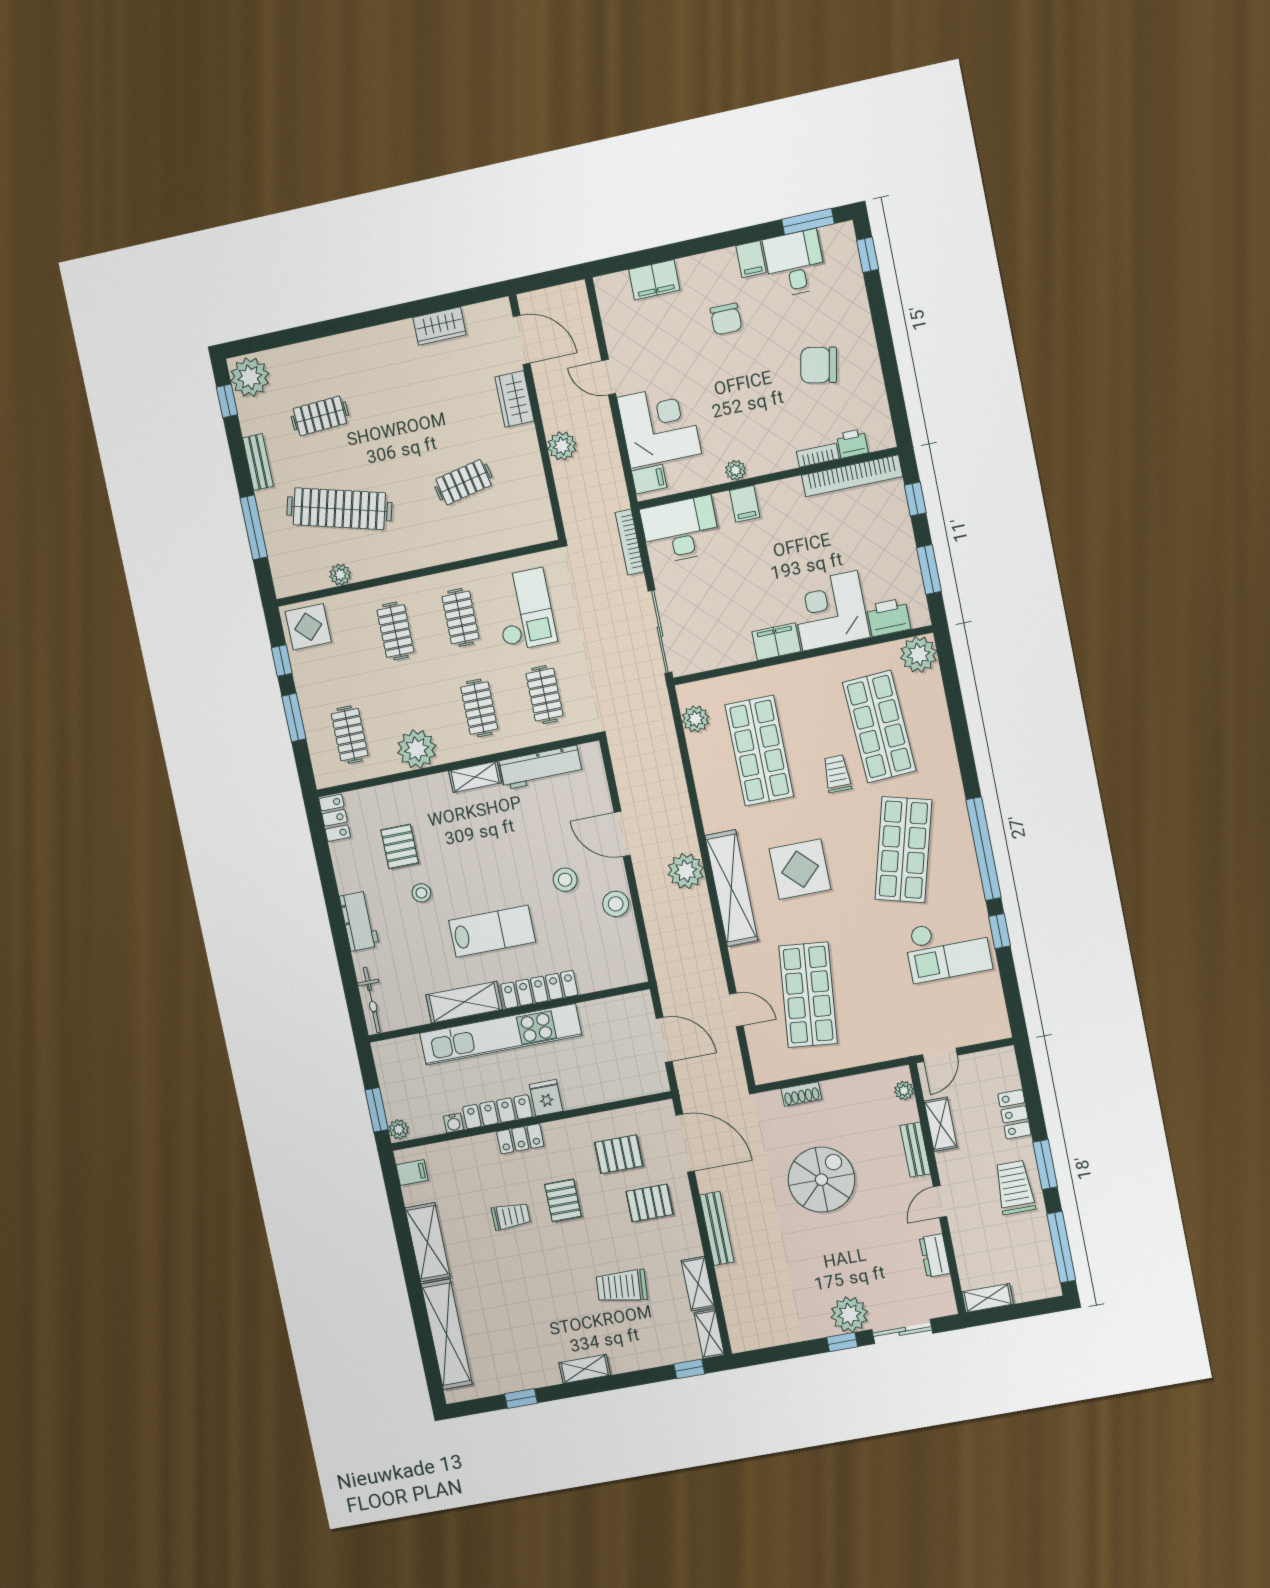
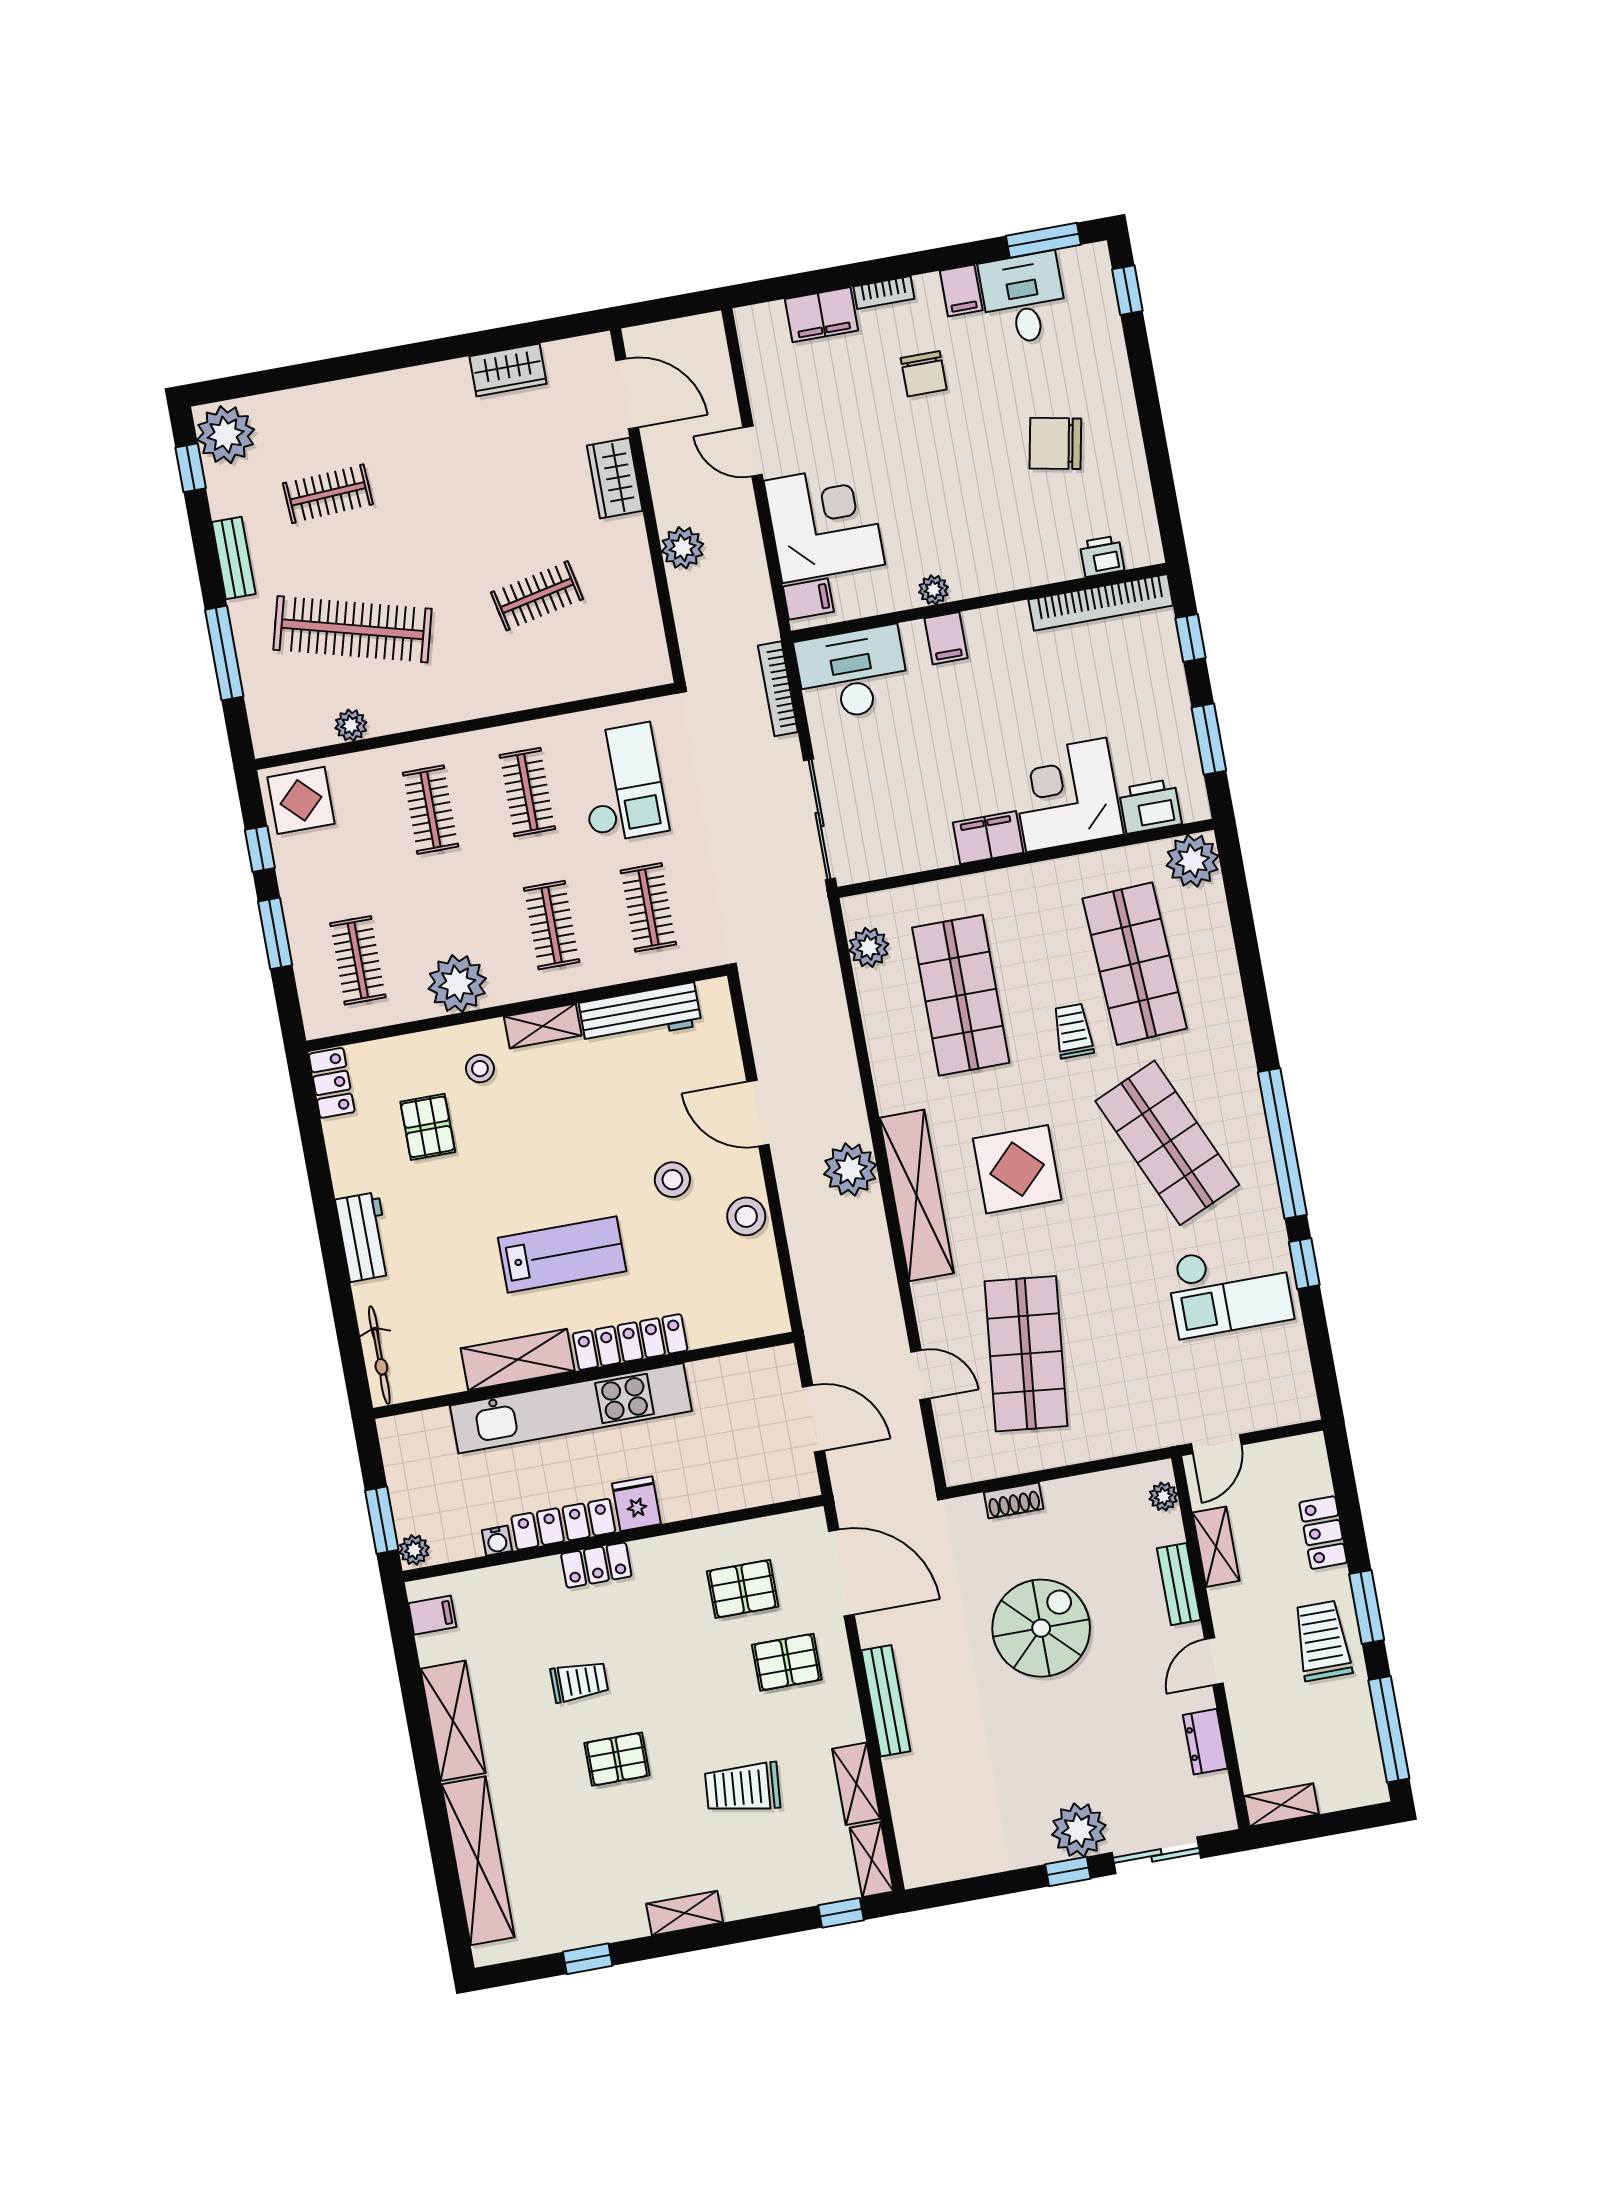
bookcase: (818, 455) -> (884, 293), moved, turned 180
shop shelf: (903, 850) -> (1167, 1143), turned -39
stool: (421, 893) -> (480, 1069), moved
pallet: (563, 1200) -> (617, 1759), moved, turned 90

